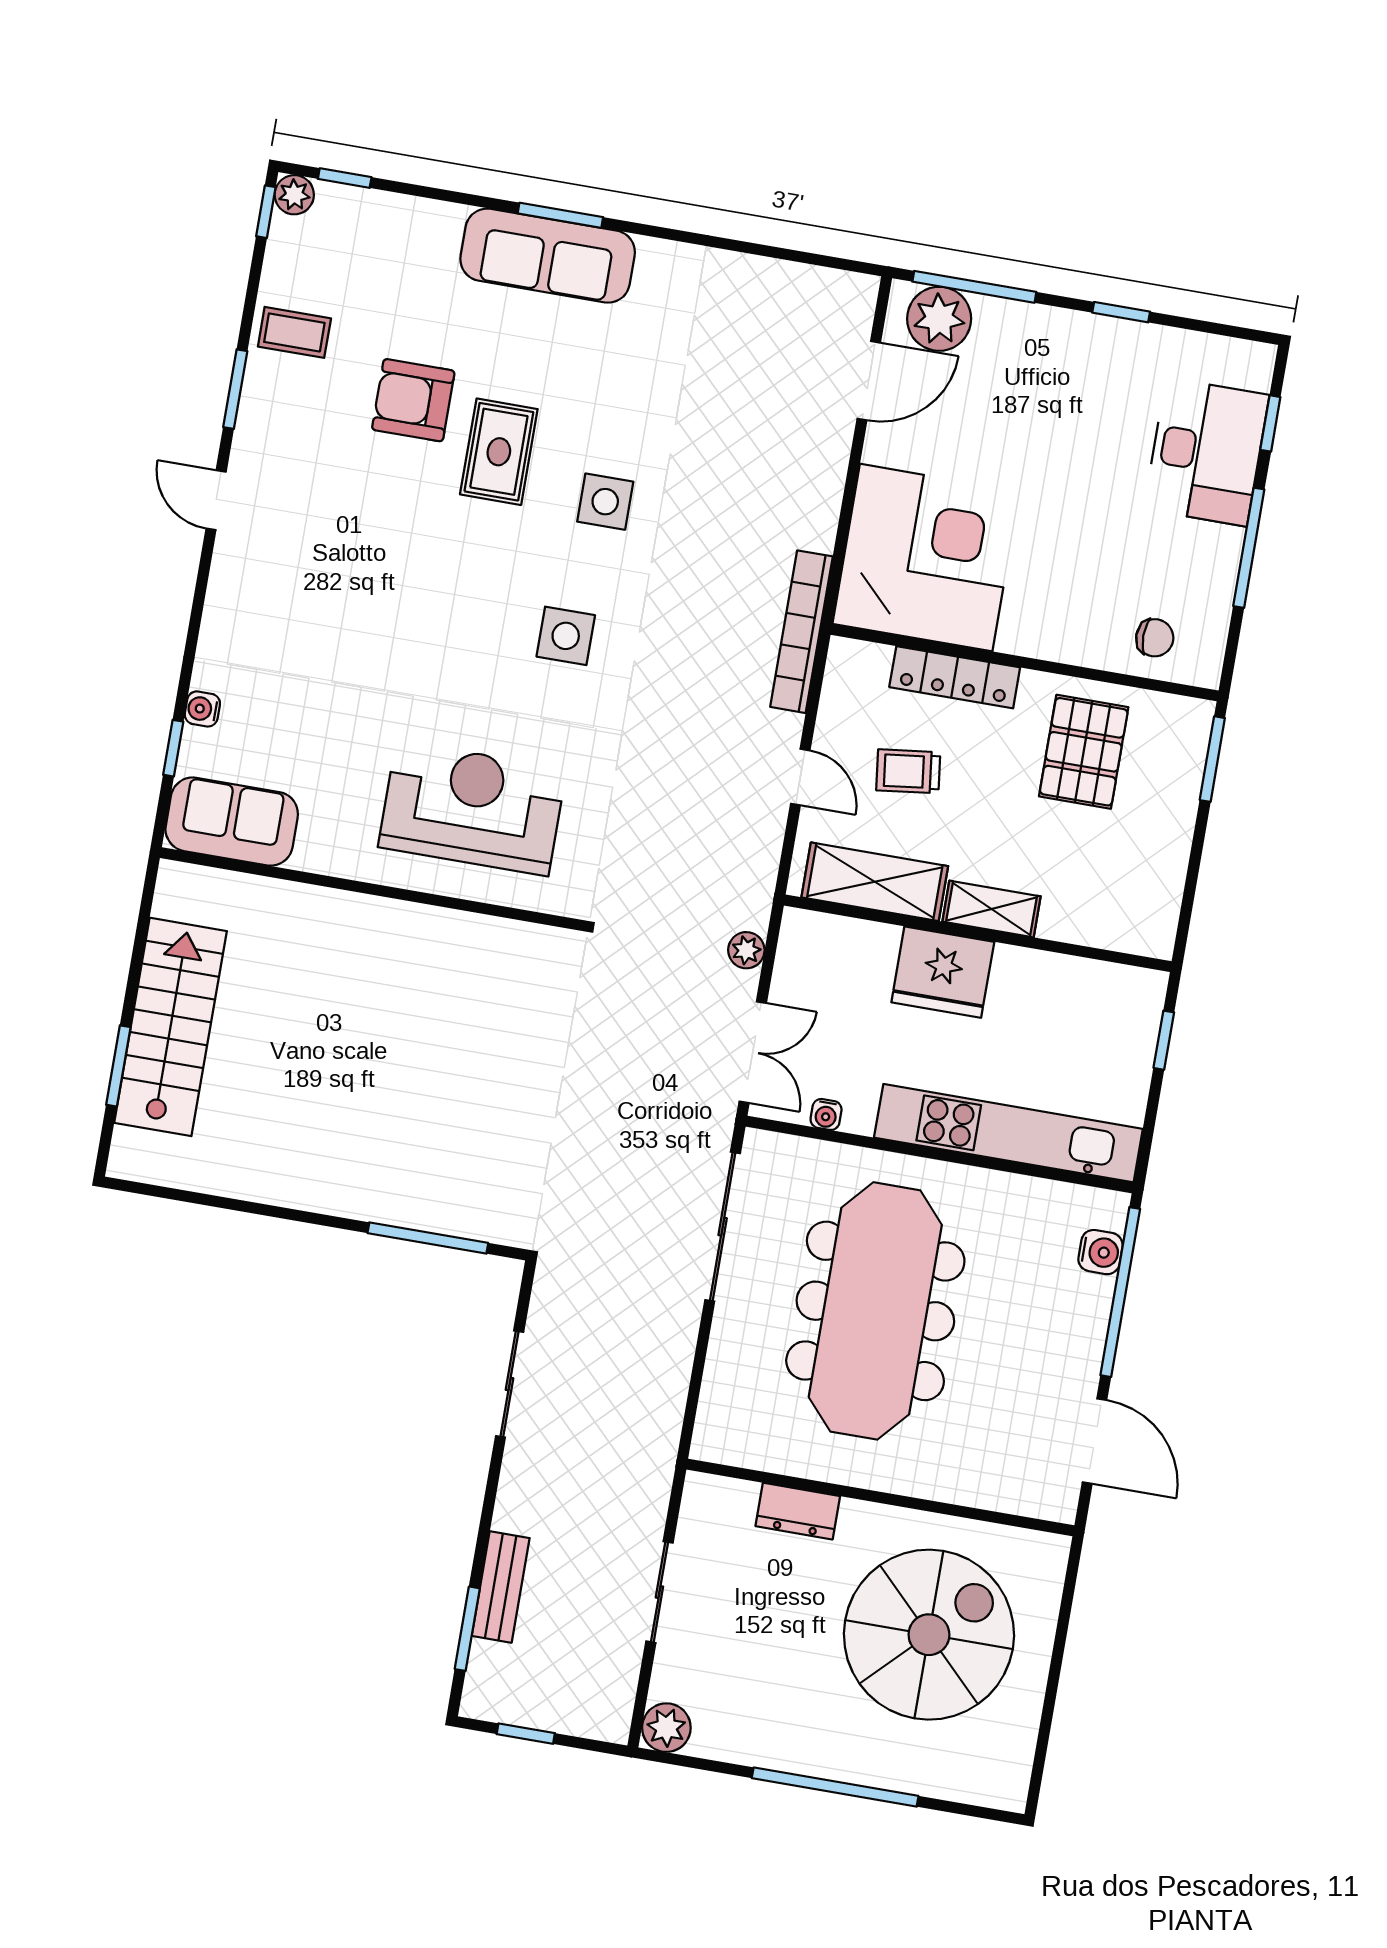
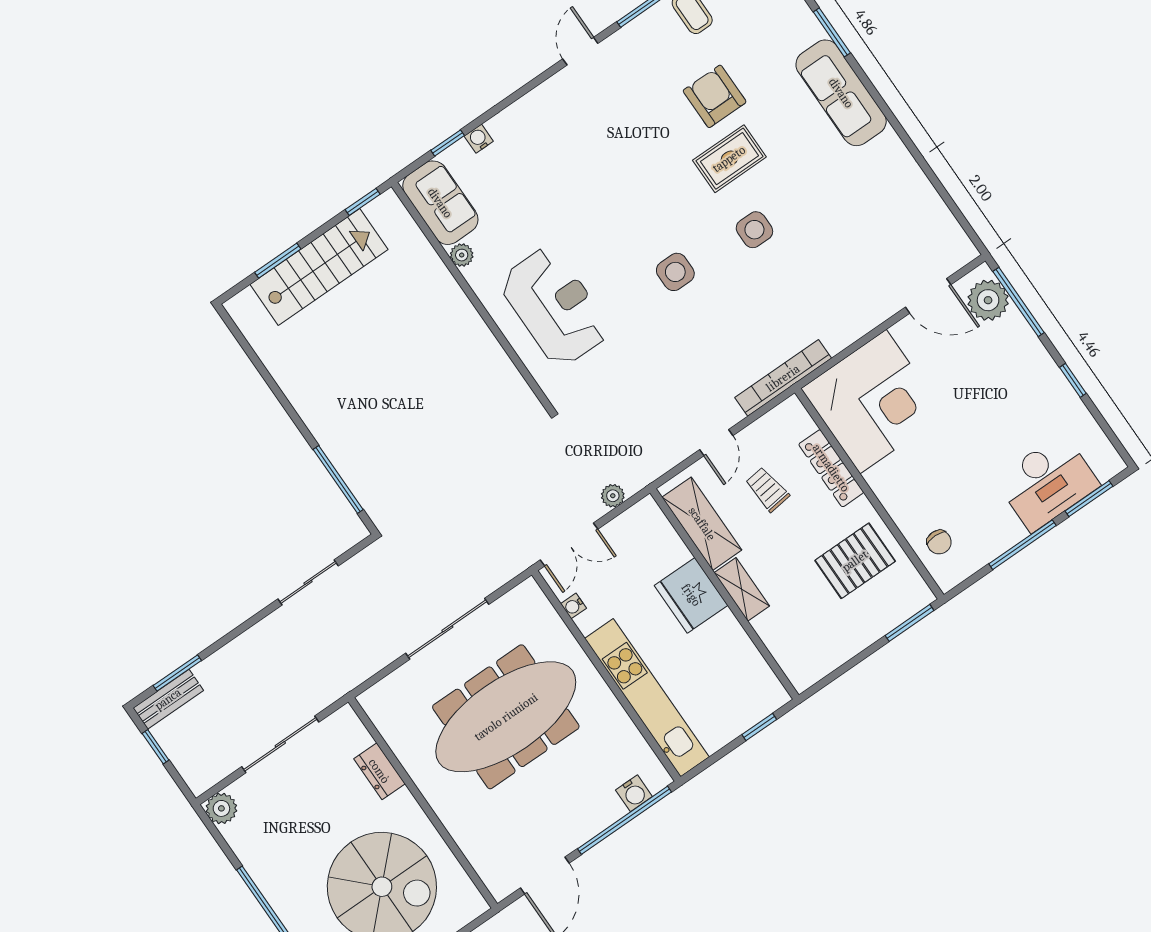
window: (560, 215) -> (832, 32), moved
window: (1270, 423) -> (1089, 499), width x1.50
plant: (313, 855) -> (462, 255), added
window: (146, 907) -> (363, 202), added
sliding door: (723, 1227) -> (447, 629), moved
bench: (501, 1587) -> (168, 699), moved
sliding door: (659, 1592) -> (280, 744), width x1.37

